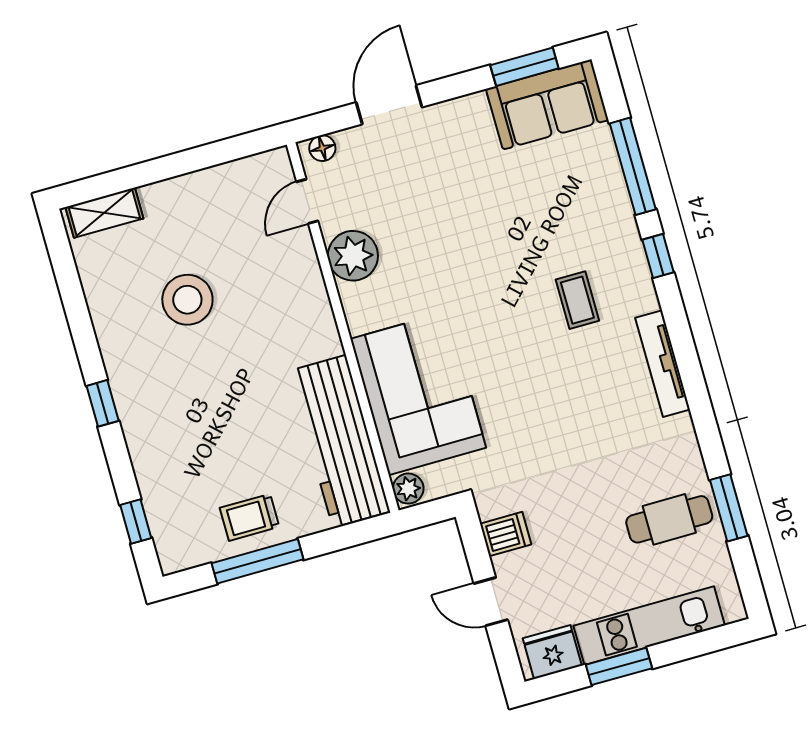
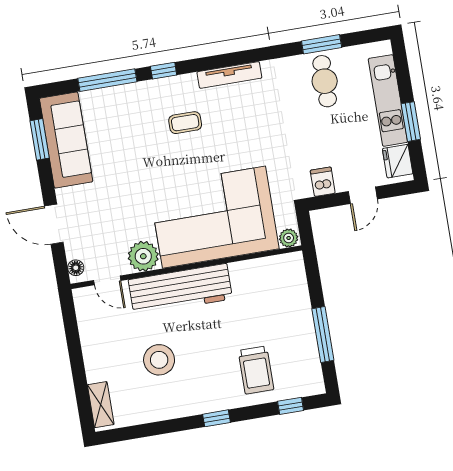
sofa: (547, 104) -> (66, 140), width x1.36
corner sofa: (418, 393) -> (214, 217), width x1.36, depth x1.36
workbench: (339, 441) -> (180, 289), moved
trolley: (250, 517) -> (256, 370), moved, width x1.36, depth x1.39

